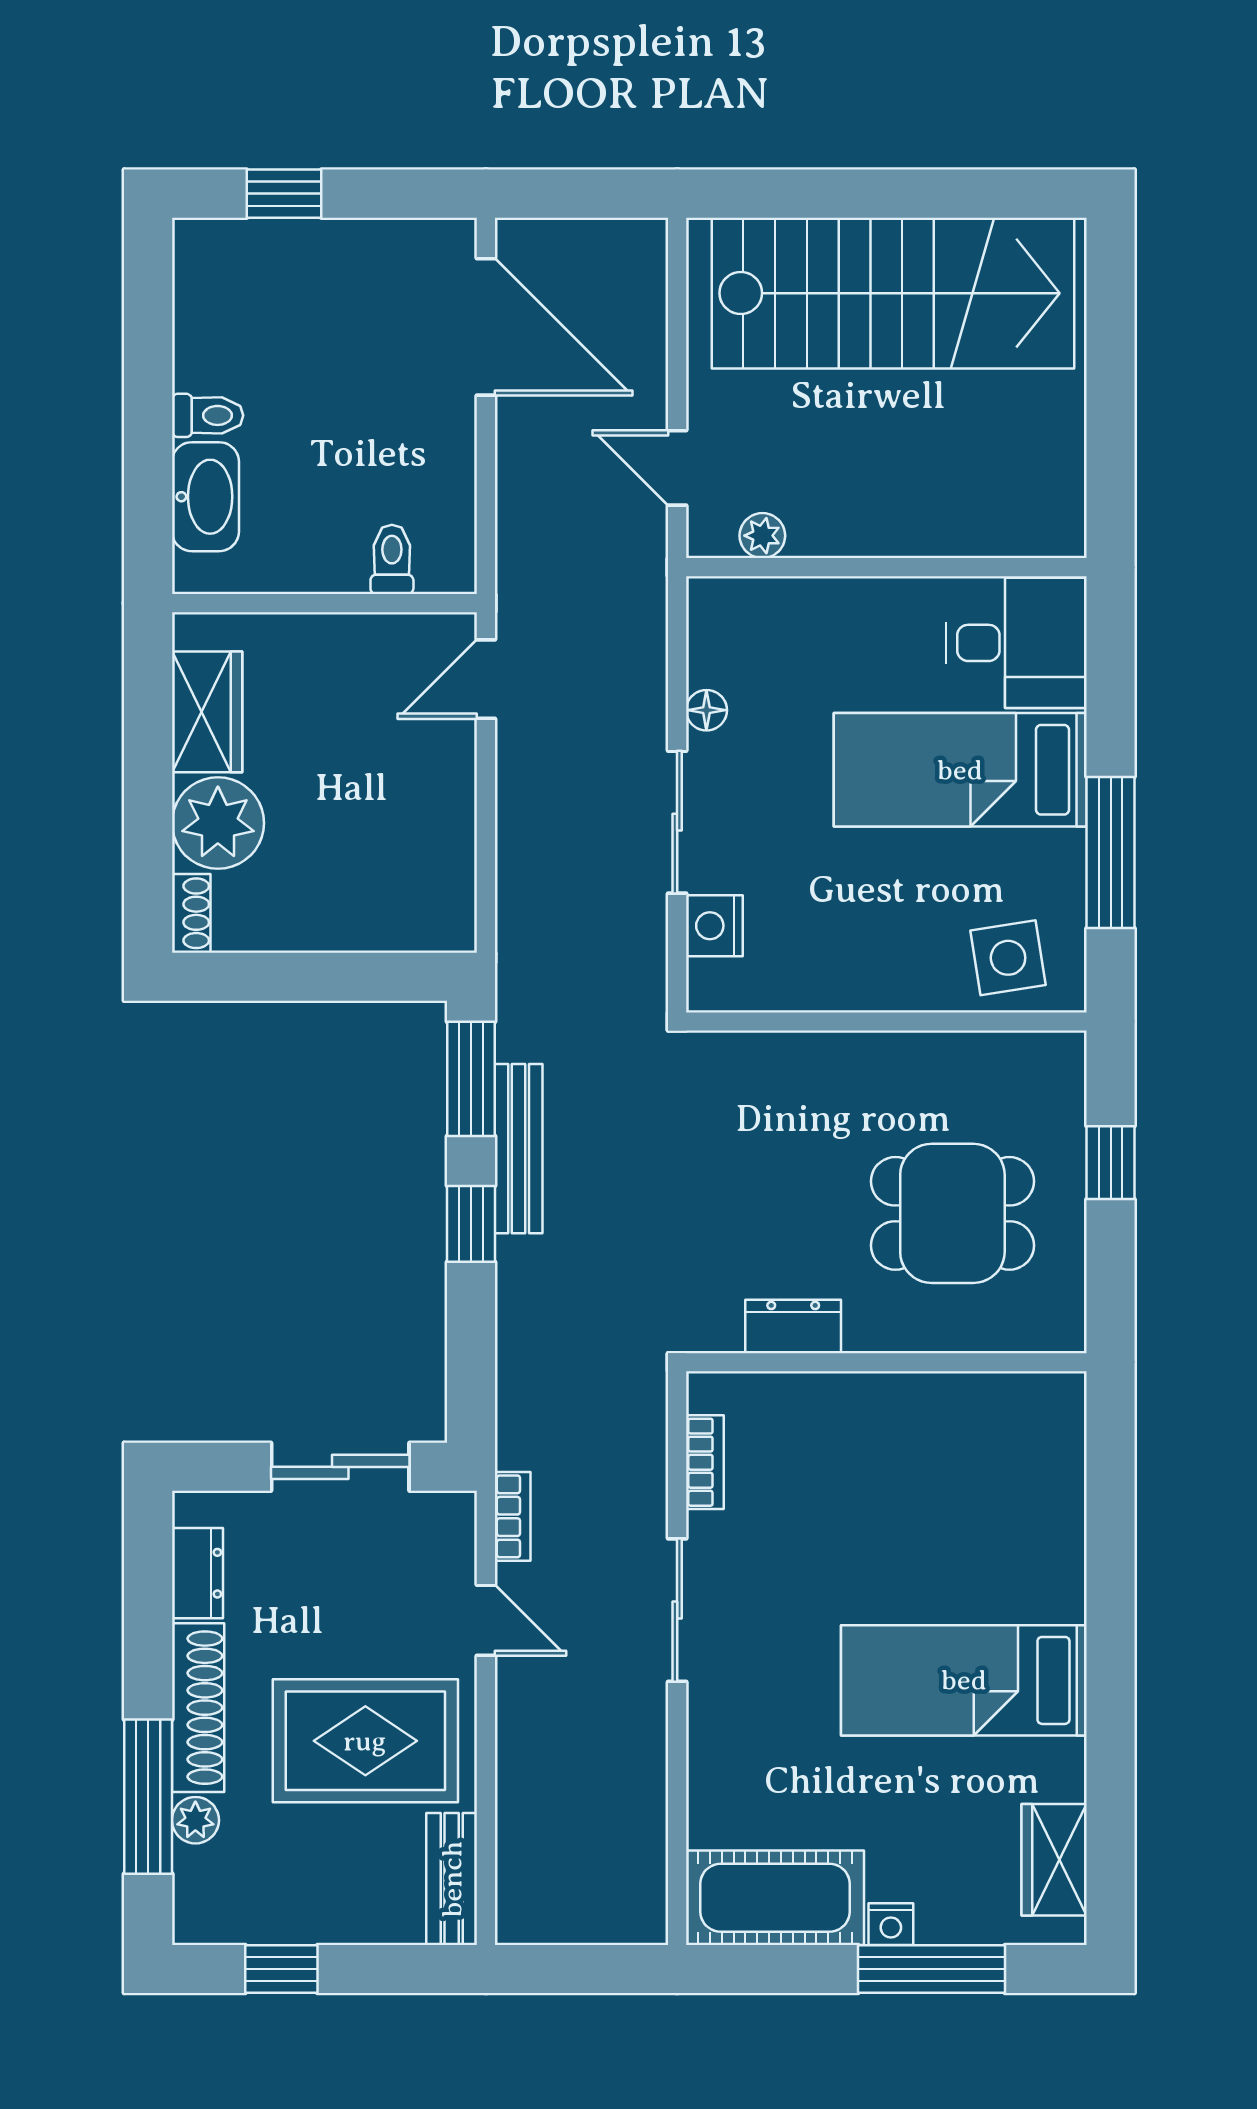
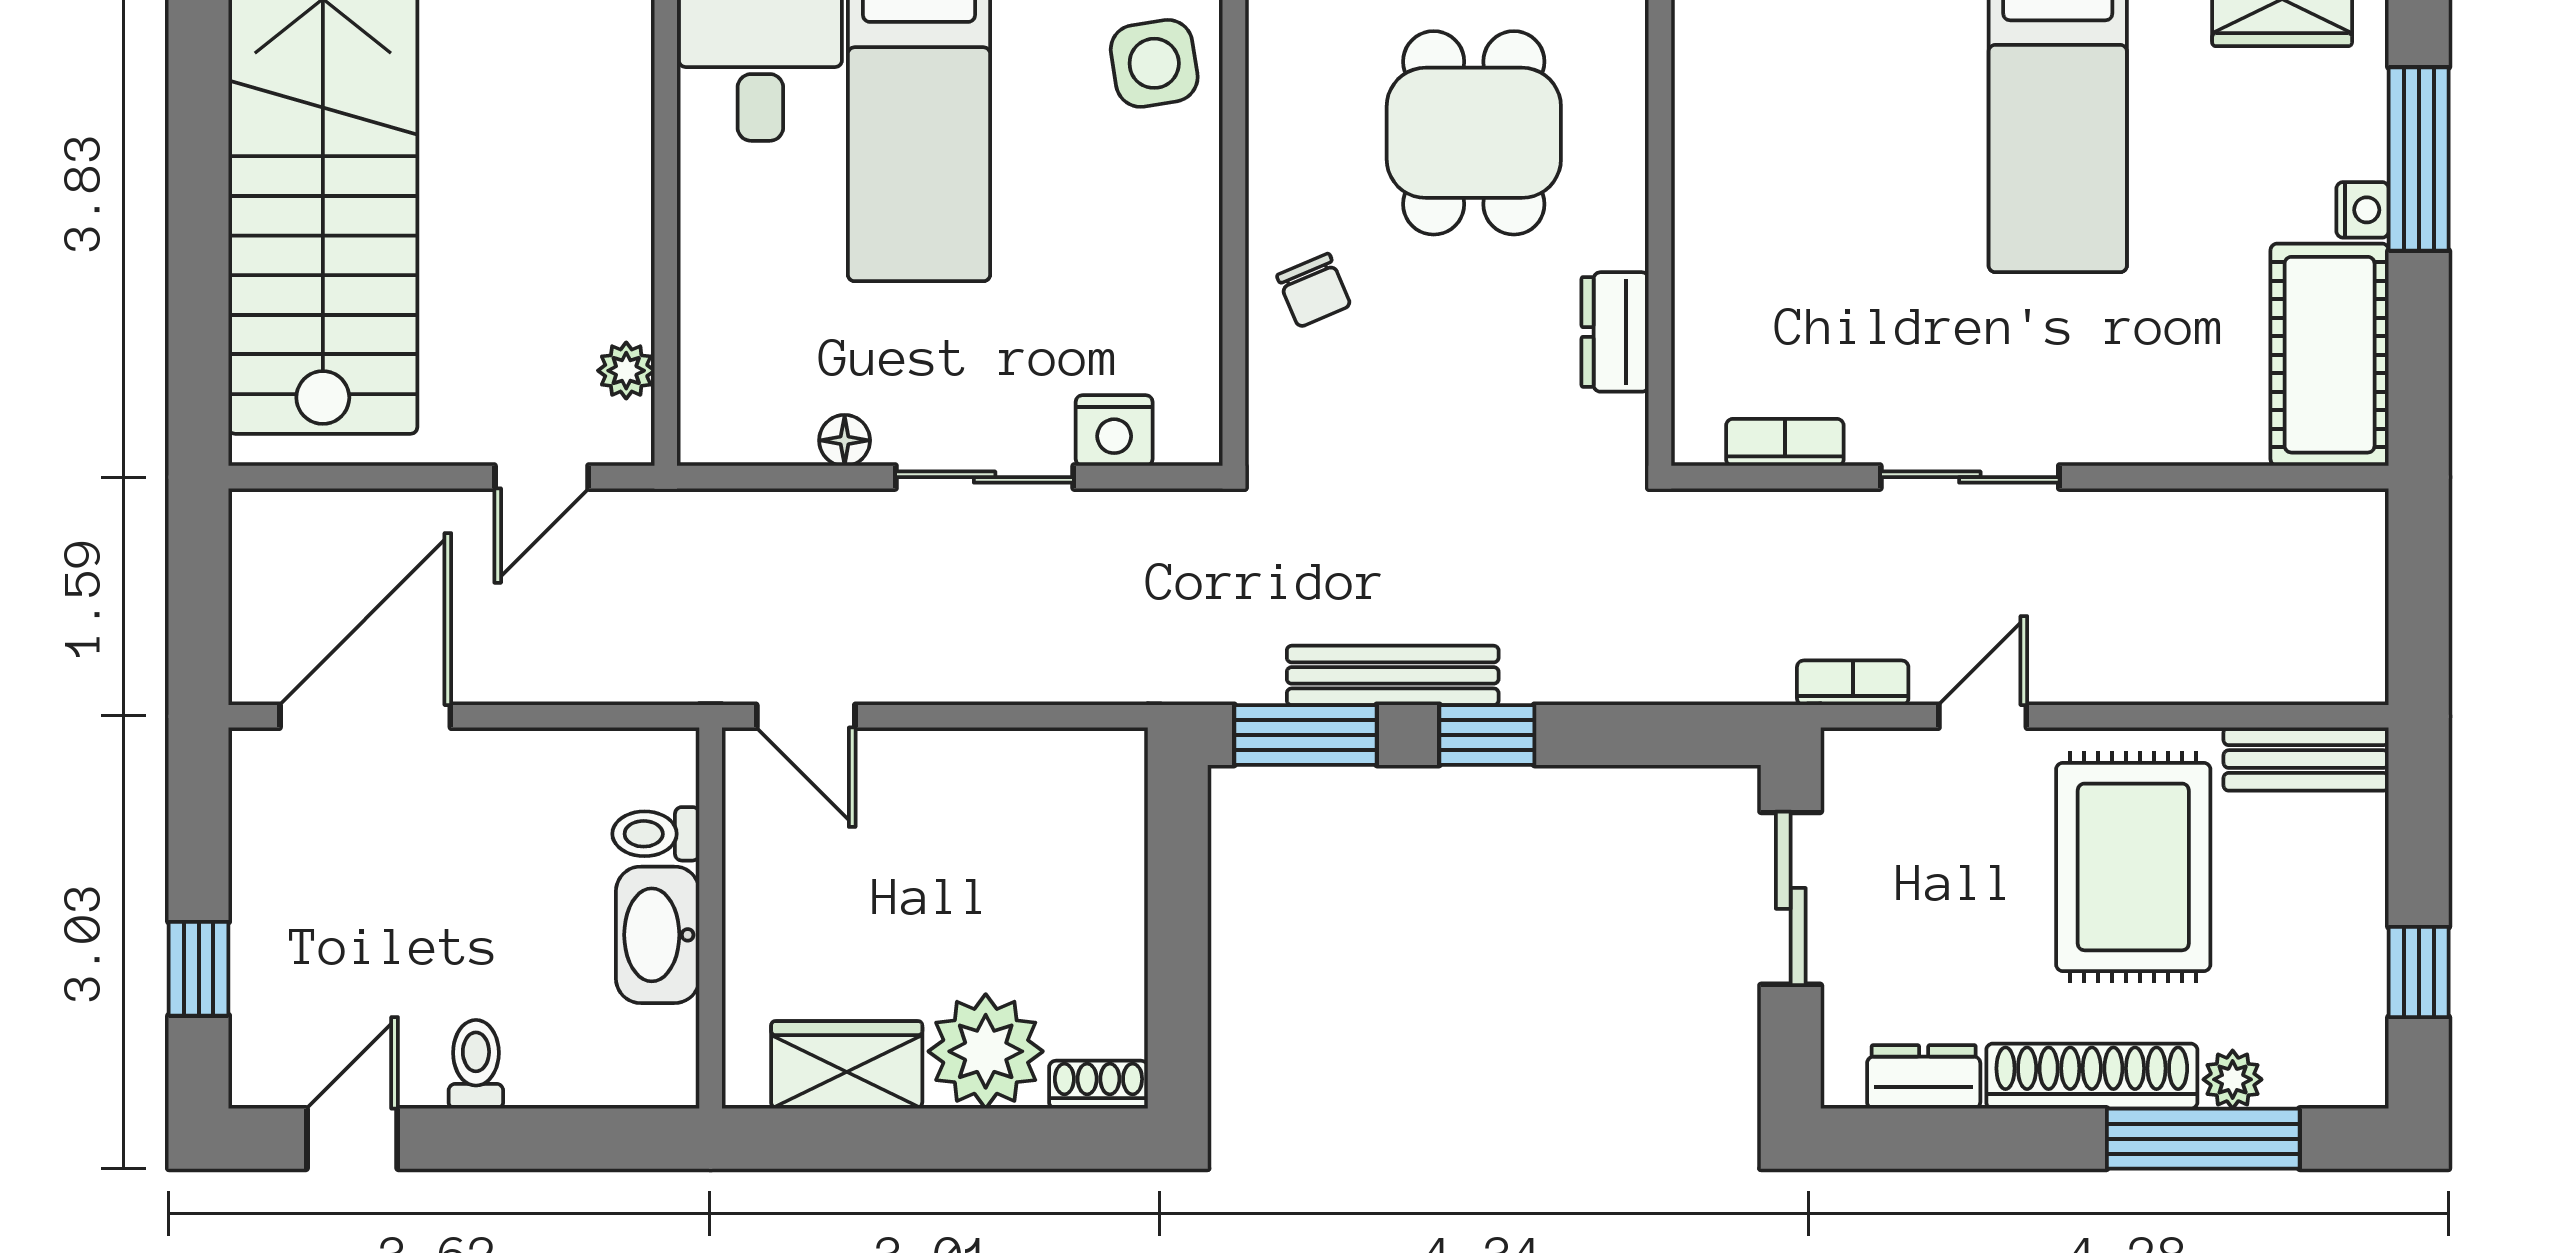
door: (148, 316) -> (352, 1139), added
washbasin: (205, 497) -> (658, 935), moved, turned -90
chair: (826, 1085) -> (1314, 290), added

